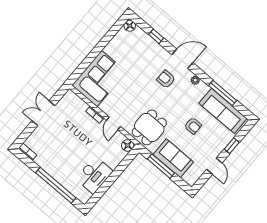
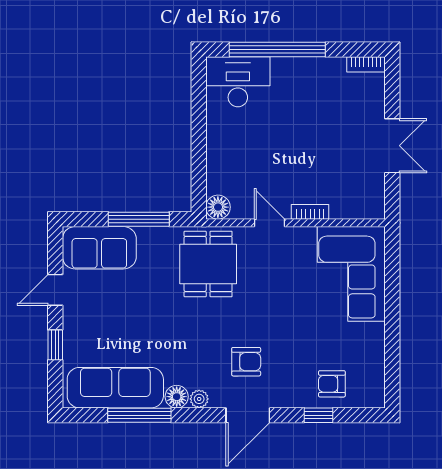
floor lamp: (130, 26) -> (177, 397), moved
armchair: (193, 126) -> (332, 384), moved
sofa: (173, 158) -> (99, 248), moved
door: (214, 166) -> (55, 290), hinge flipped
desk: (94, 175) -> (238, 82), moved, turned 90

